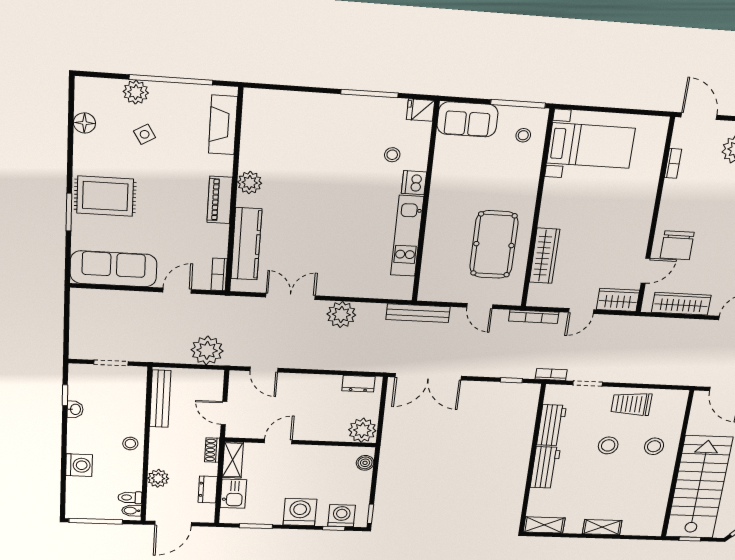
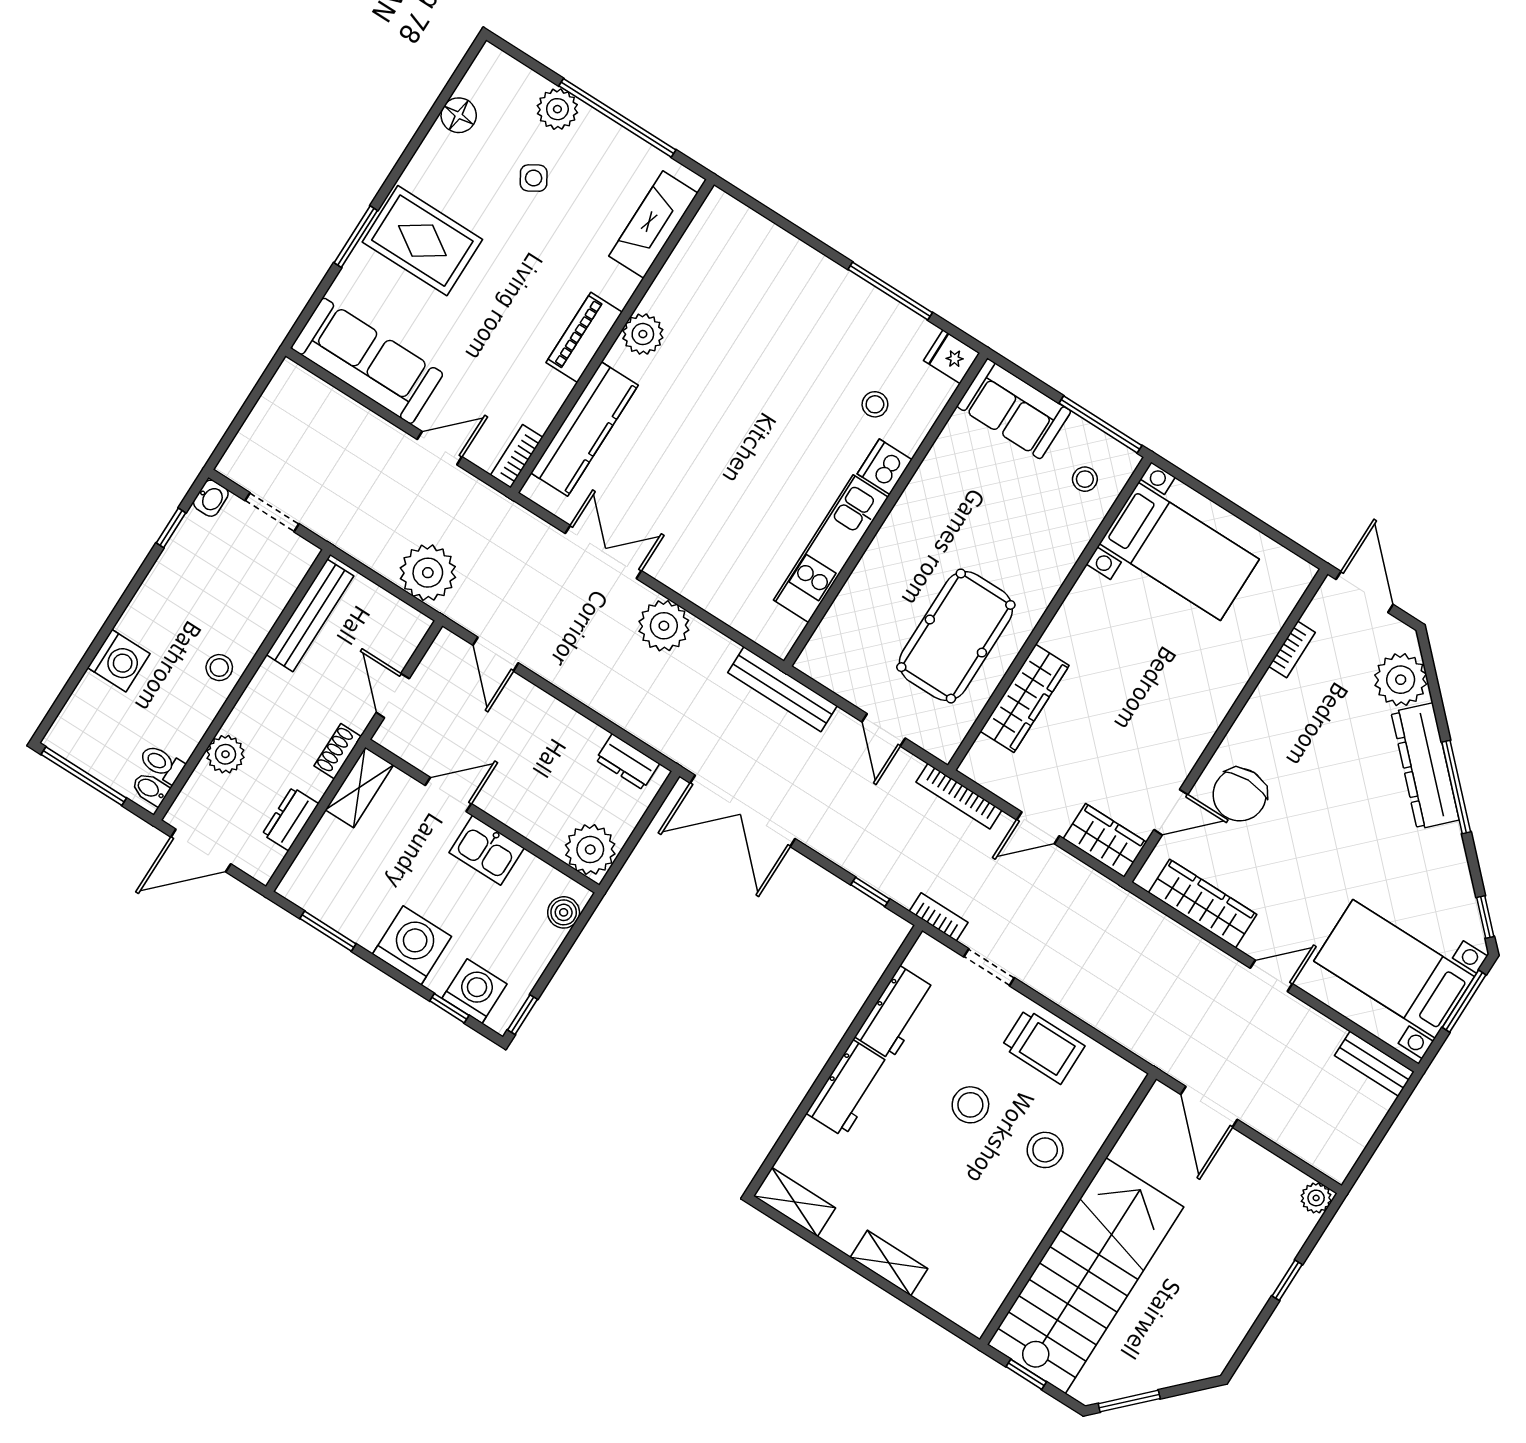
trolley: (631, 404) -> (1043, 1046), turned 180
washbasin: (75, 409) -> (211, 498), moved
kitchen sink: (233, 494) -> (487, 850), moved, turned 90

